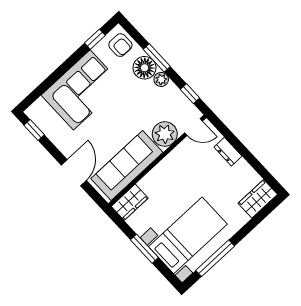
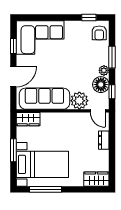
floor lamp: (145, 68) -> (101, 85), moved
corner sofa: (82, 90) -> (40, 38), moved
window: (34, 130) -> (13, 46), moved

